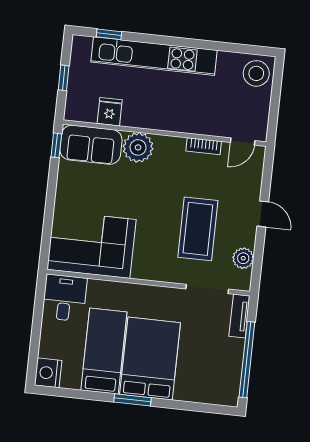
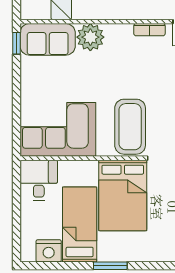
coffee table: (198, 229) -> (130, 127), moved
bed: (150, 359) -> (123, 196), moved, turned 180
nightstand: (48, 373) -> (49, 251), moved, turned -90

